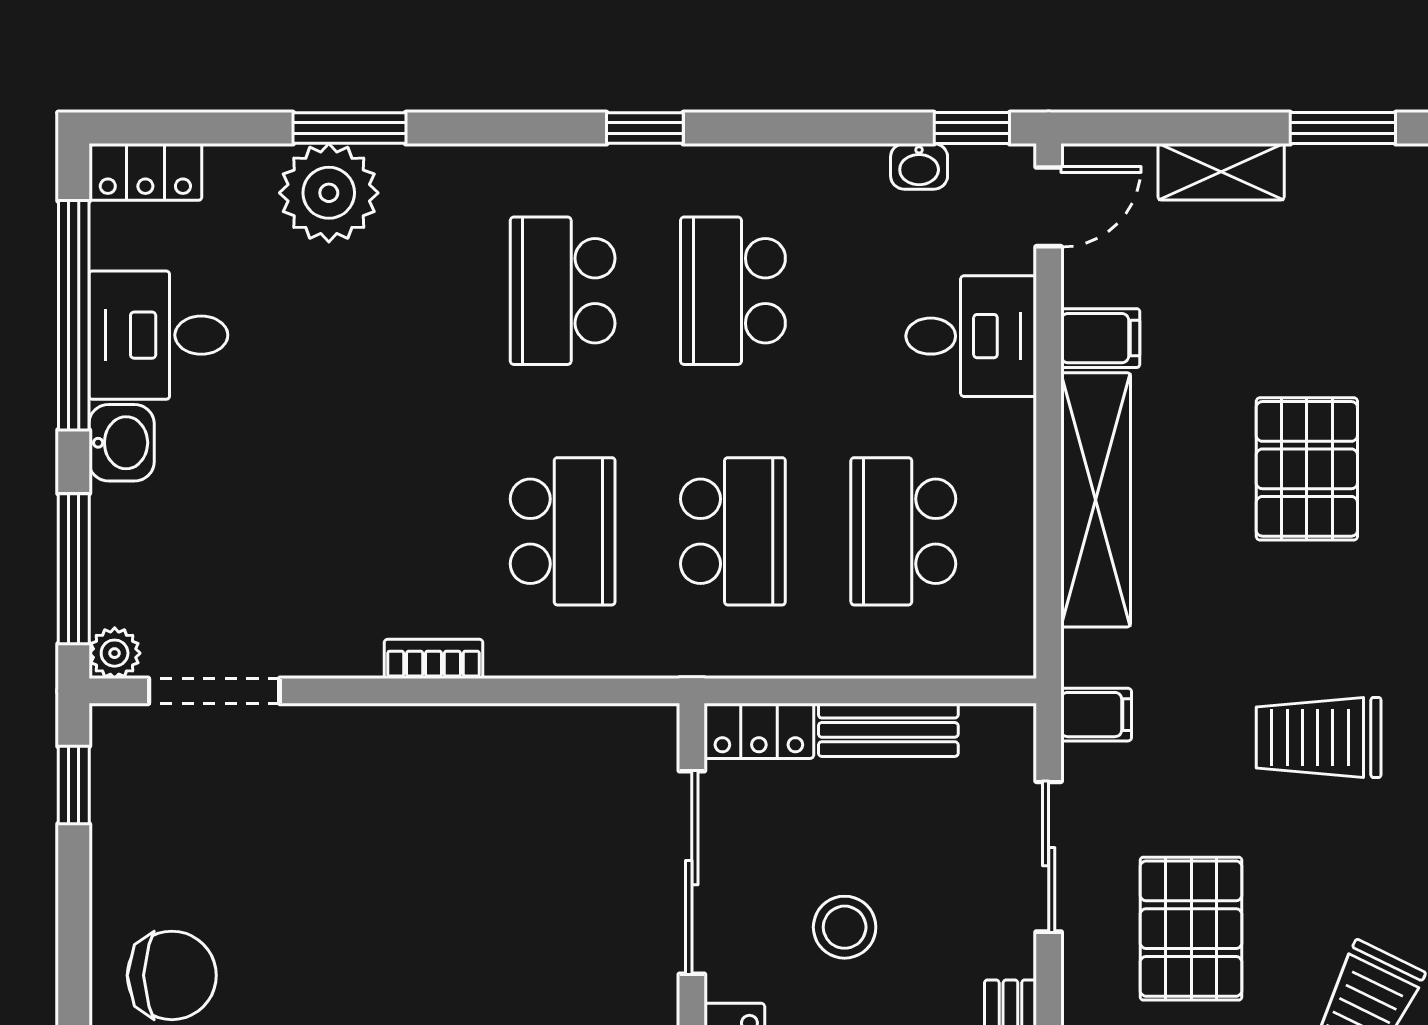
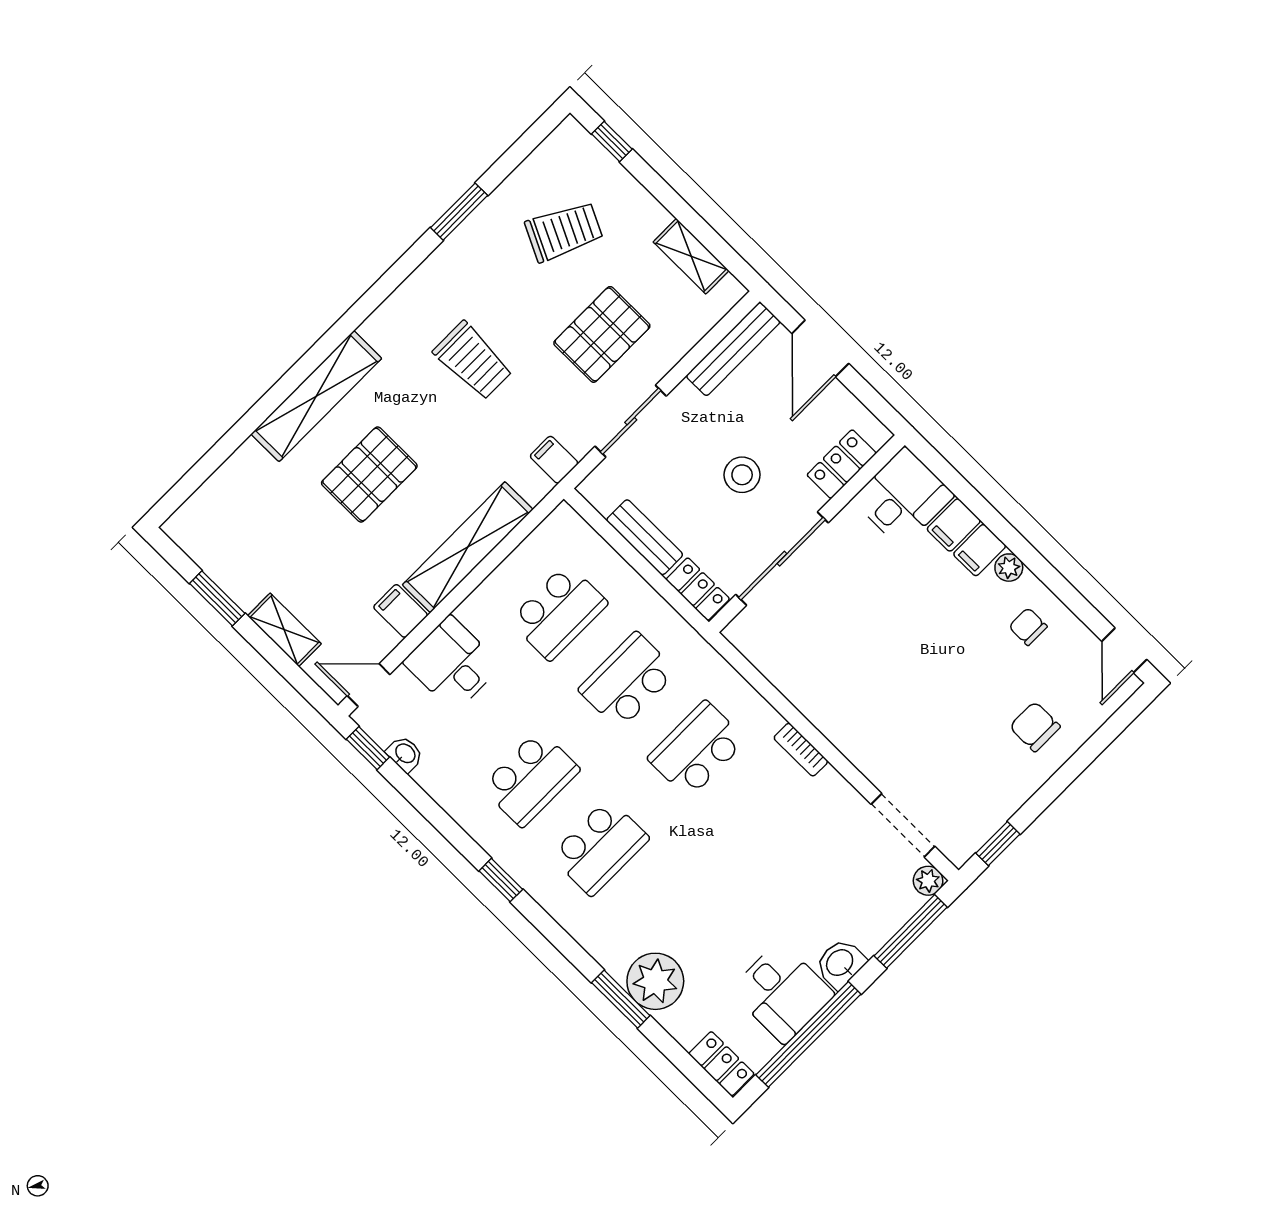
chair: (172, 975) -> (1035, 727), width x0.73, depth x0.73

